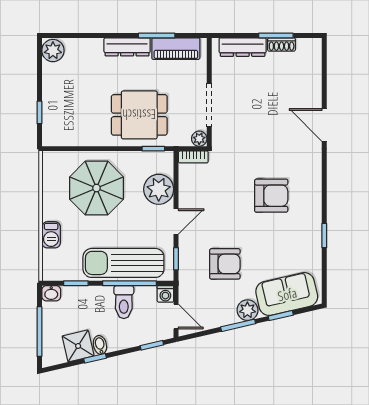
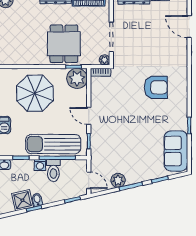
dining table: (139, 115) -> (64, 44), turned 90
door: (324, 125) -> (189, 27), moved
plant: (159, 189) -> (77, 78), moved
armchair: (271, 196) -> (156, 87), moved
door: (176, 221) -> (89, 116), swing flipped
armchair: (225, 264) -> (122, 145), removed
washing machine: (165, 294) -> (40, 165), moved
sofa: (287, 294) -> (176, 151), moved, turned -77
plant: (247, 310) -> (118, 180), moved

